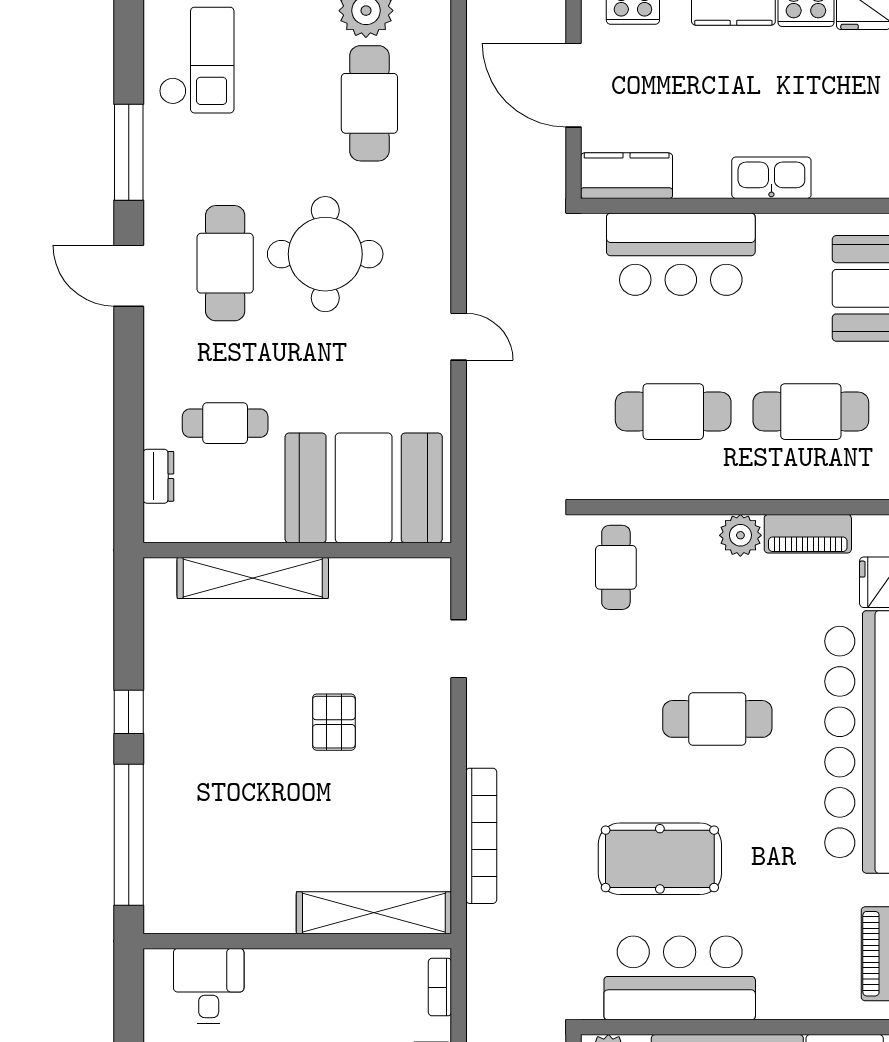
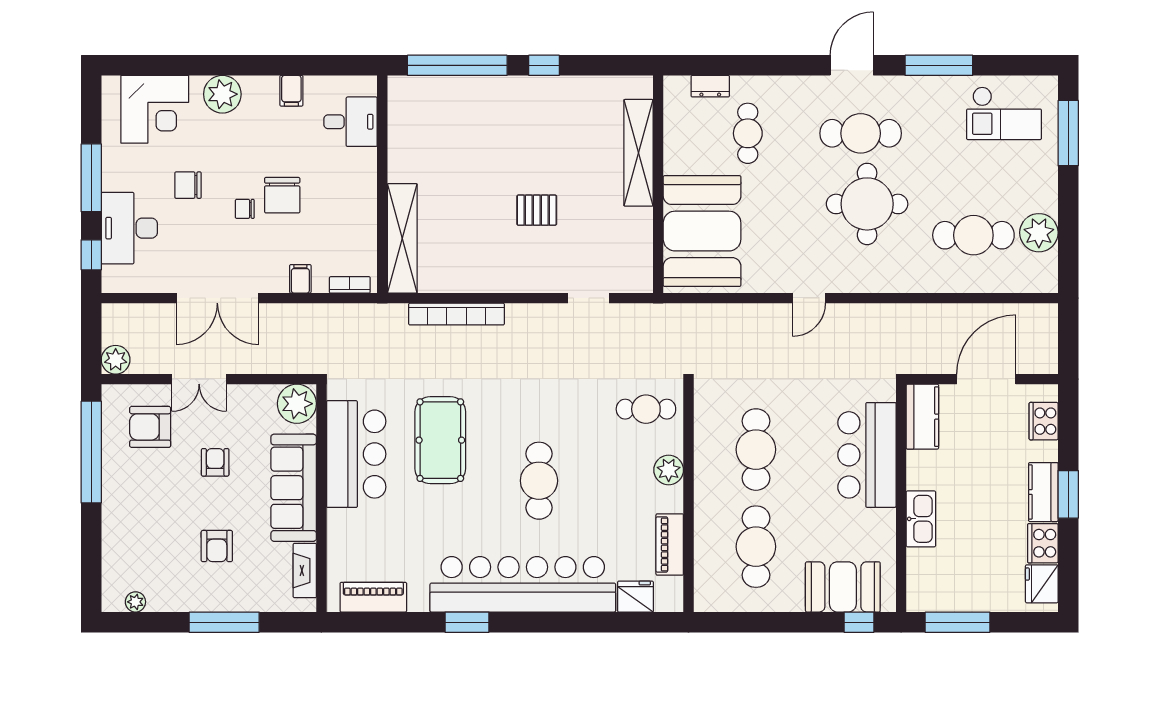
plant: (740, 535) -> (669, 470), moved

